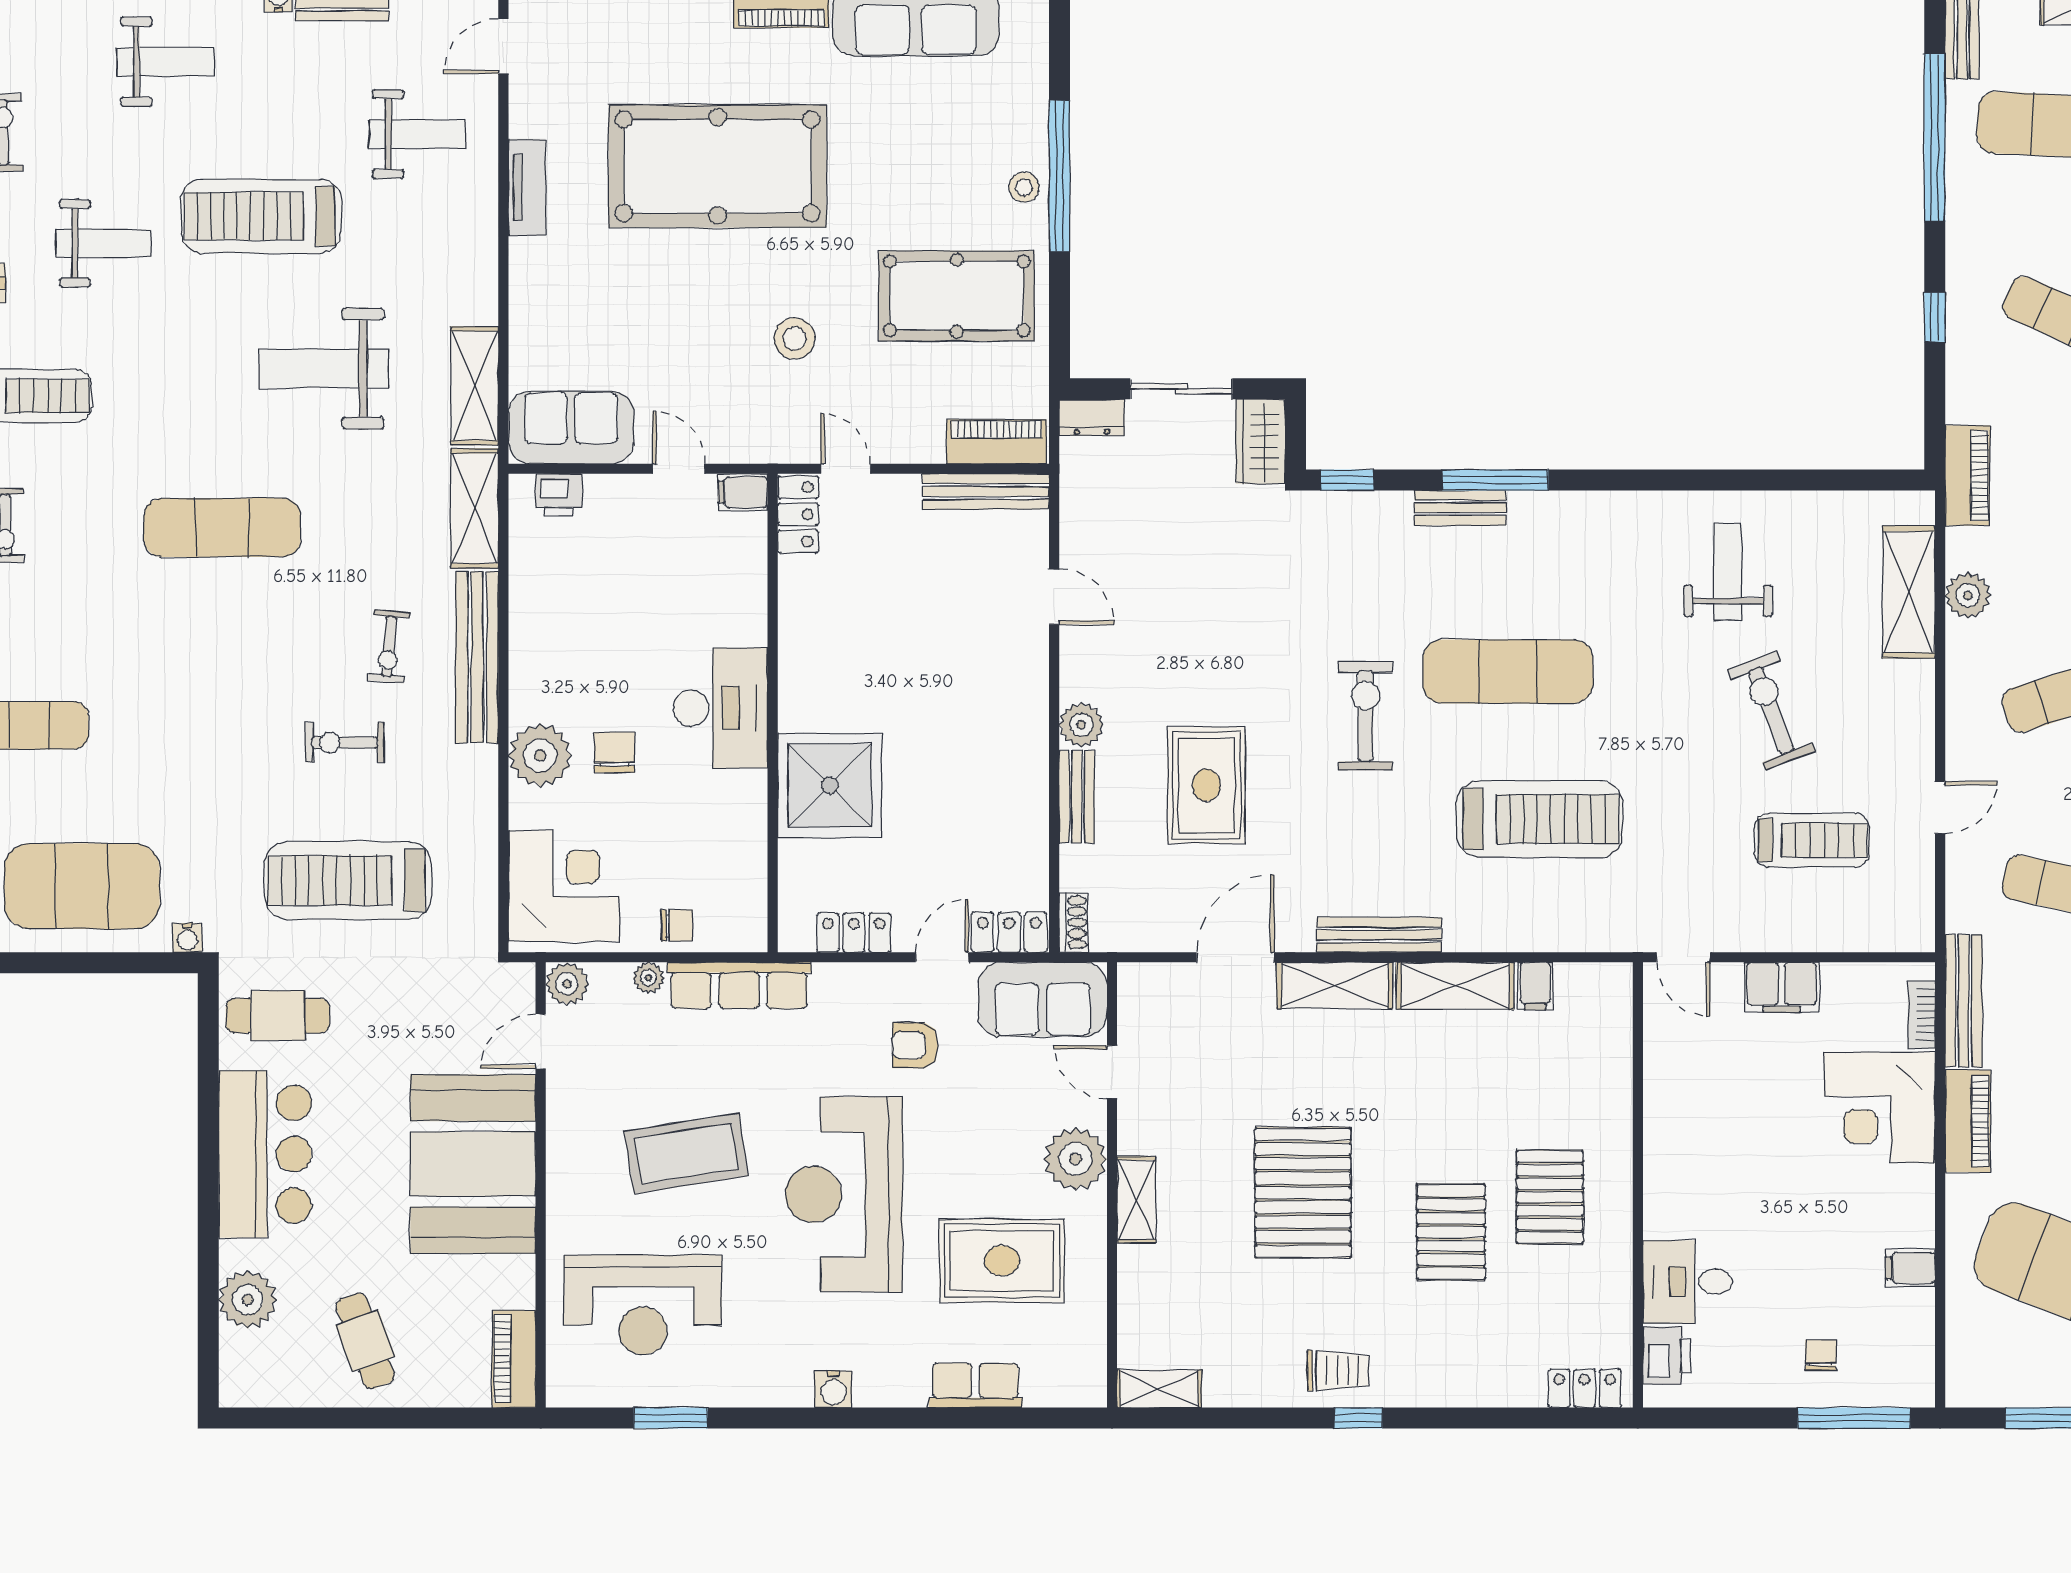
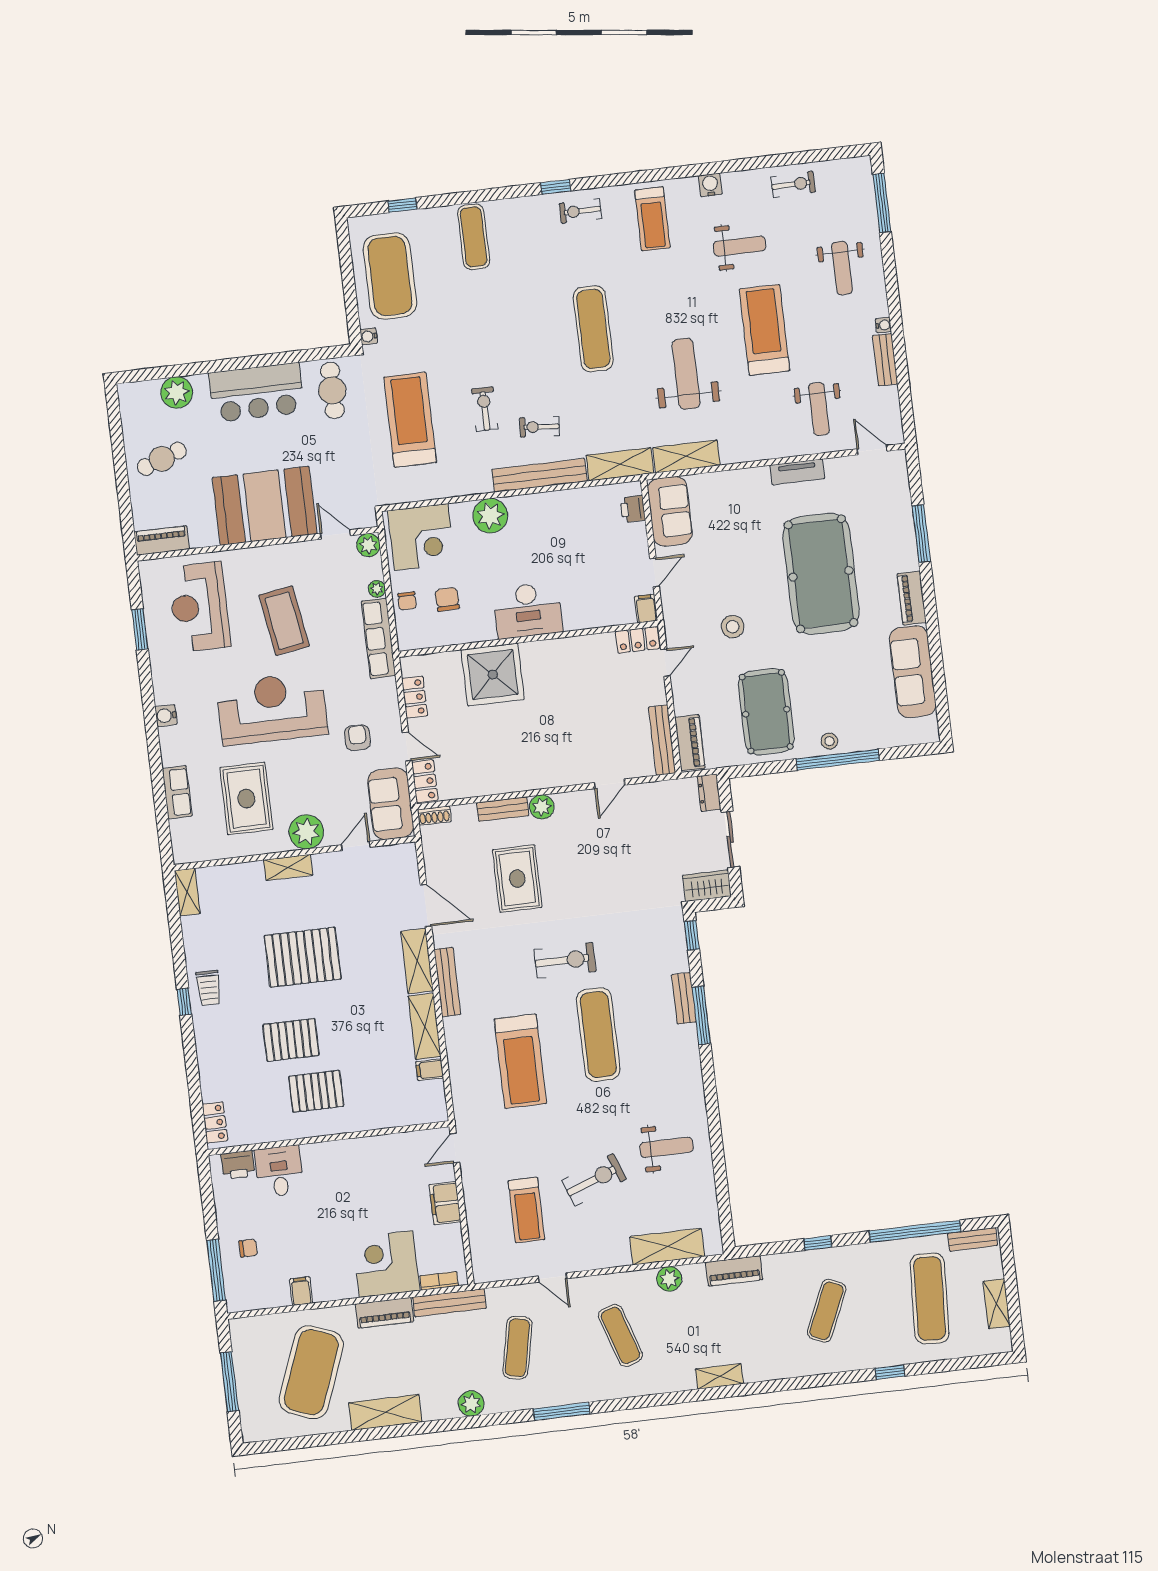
weight bench: (104, 243) -> (740, 246), turned -90
chair: (614, 752) -> (447, 599), moved, turned -92
rug: (1206, 785) -> (517, 879), turned 90

